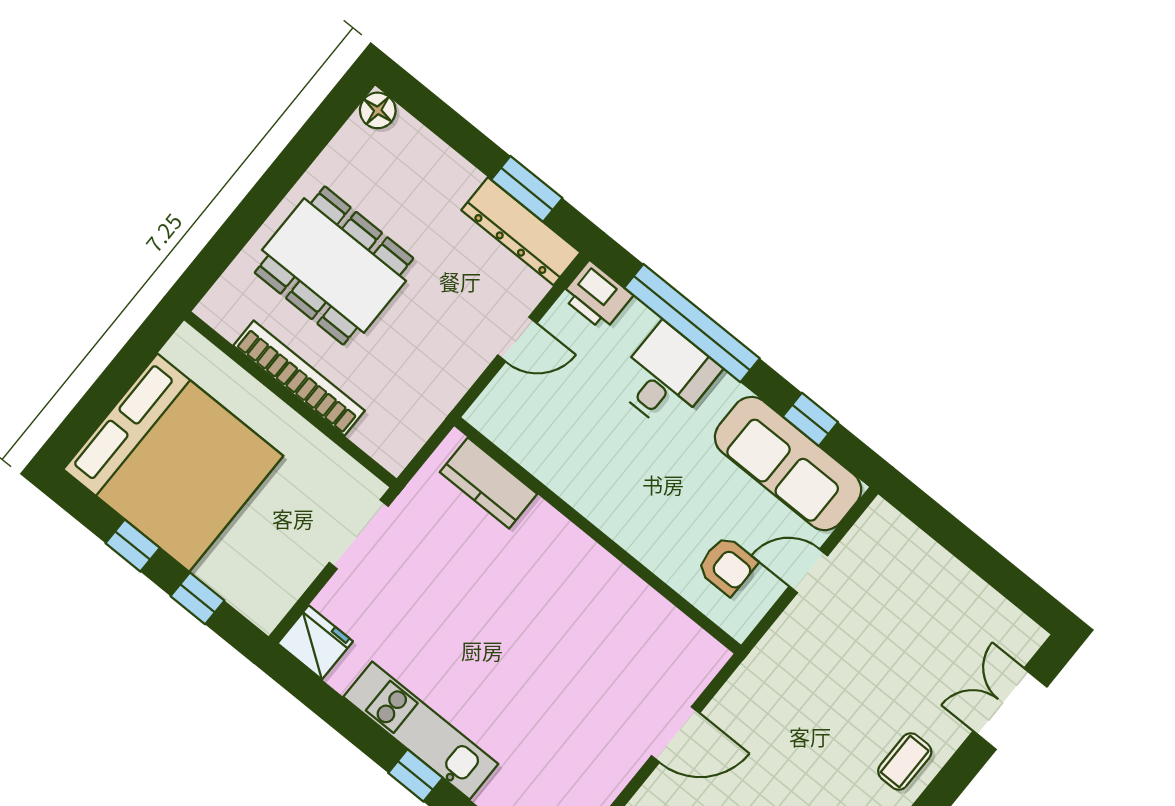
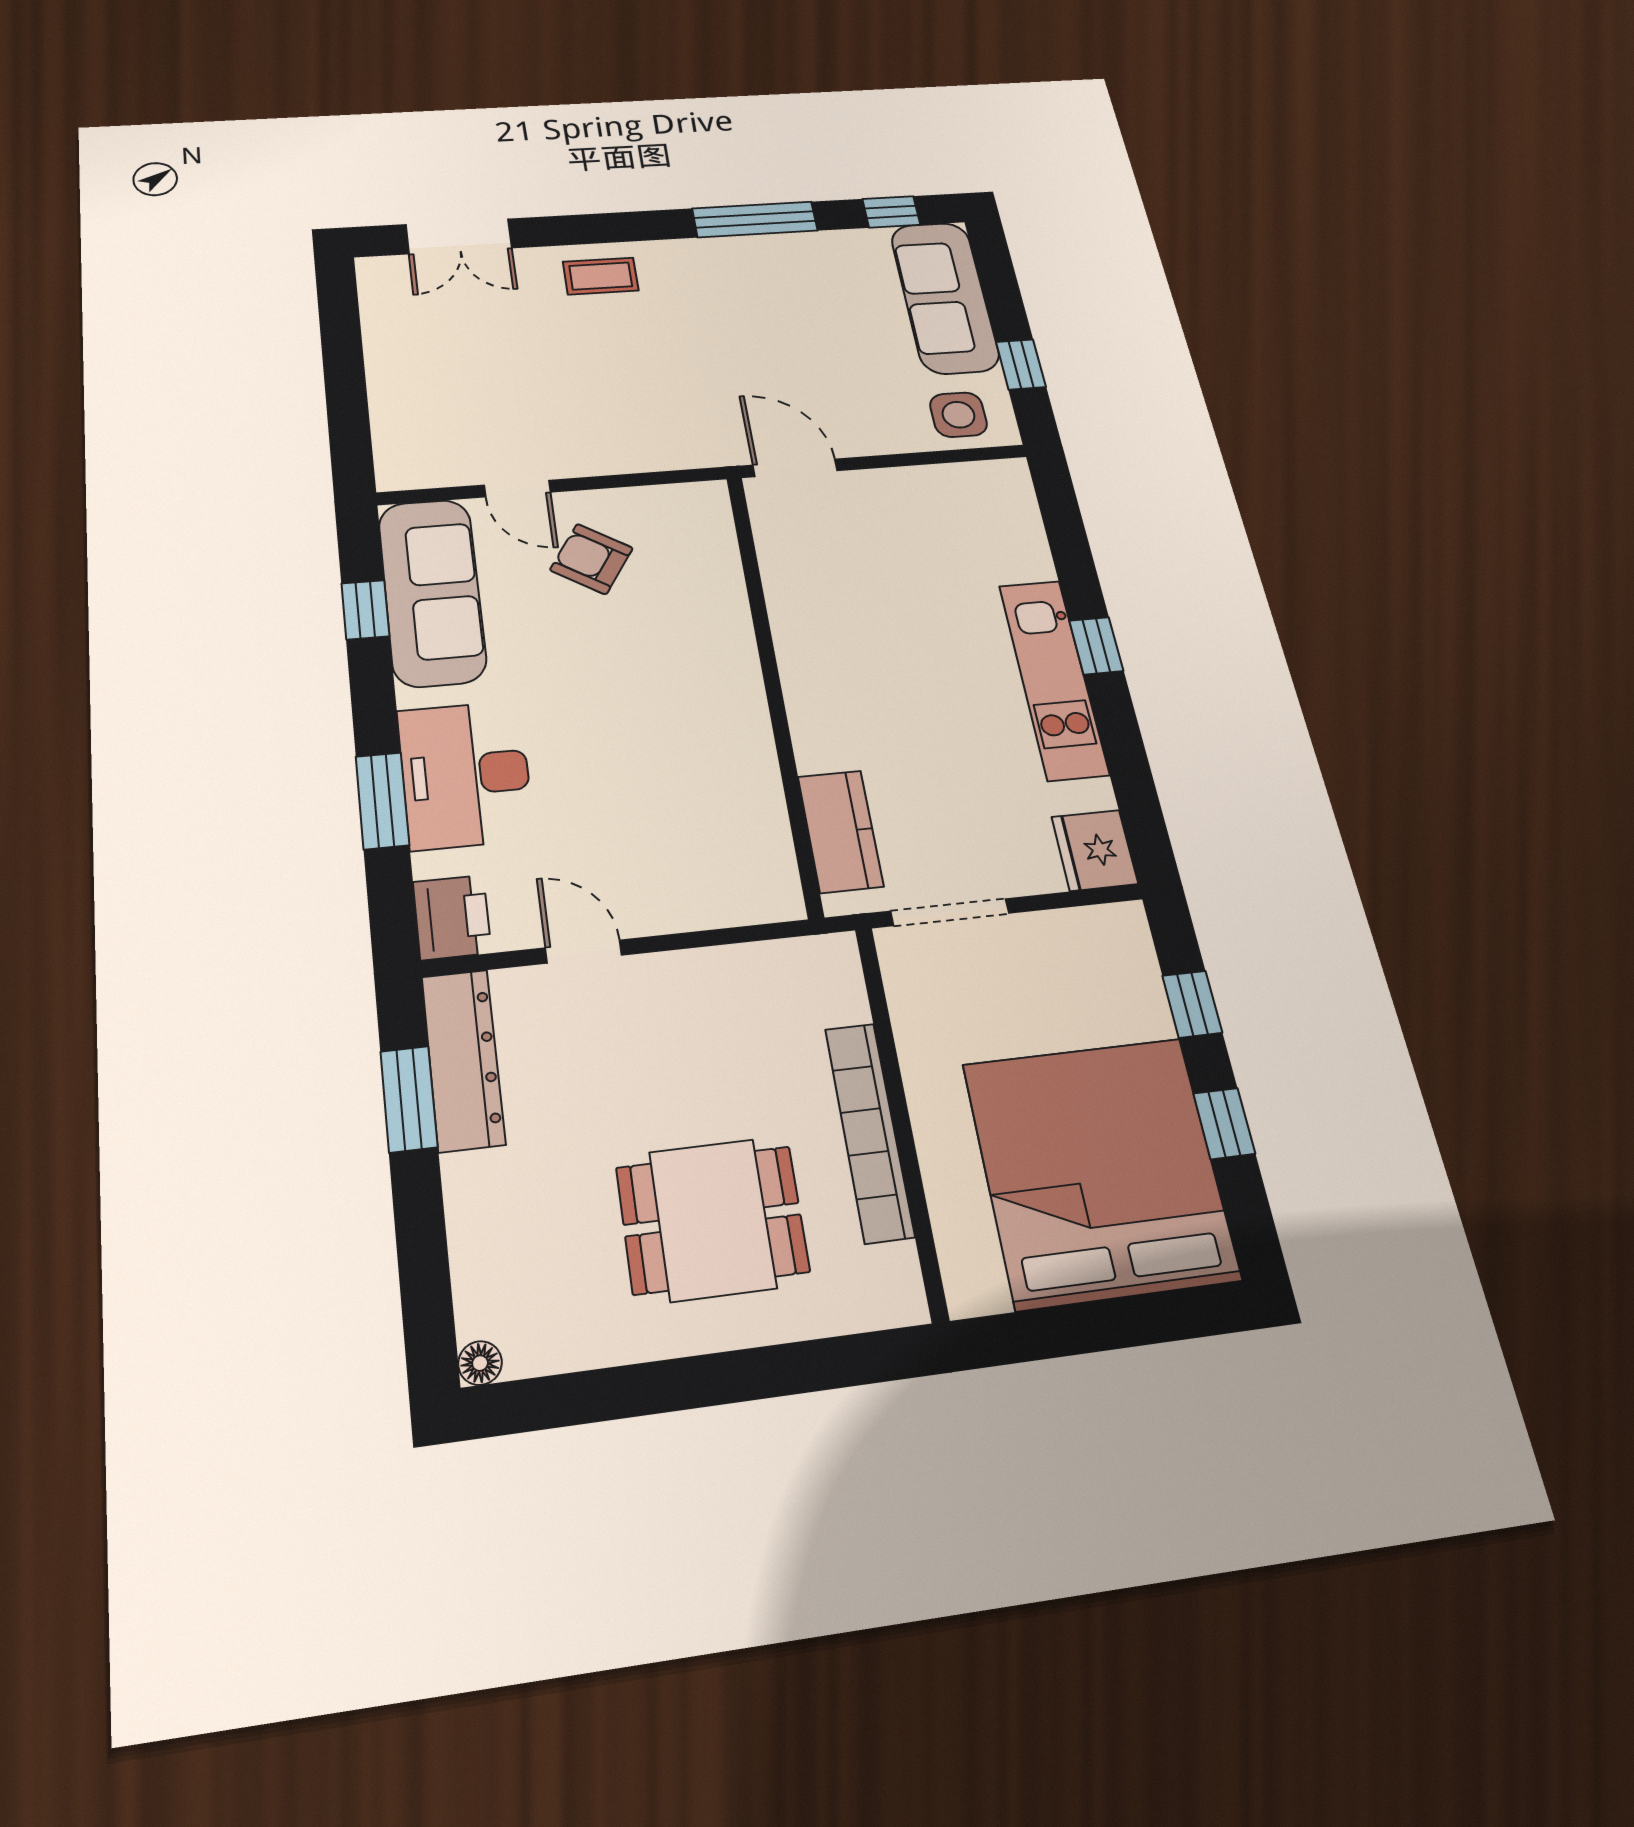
floor lamp: (378, 110) -> (480, 1363), width x0.73, depth x0.73
dining table: (334, 265) -> (712, 1220), width x0.73
window: (692, 323) -> (382, 801), width x0.47
desk: (666, 377) -> (466, 775), width x1.37
kitchen counter: (488, 483) -> (840, 831), moved
wall: (598, 535) -> (773, 687), moved
armchair: (727, 566) -> (591, 559), turned -57

